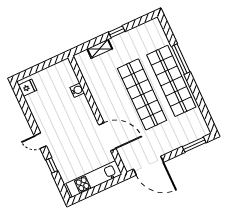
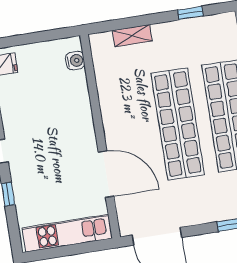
window: (117, 32) -> (190, 13), moved
water cooler: (77, 90) -> (75, 61), moved

